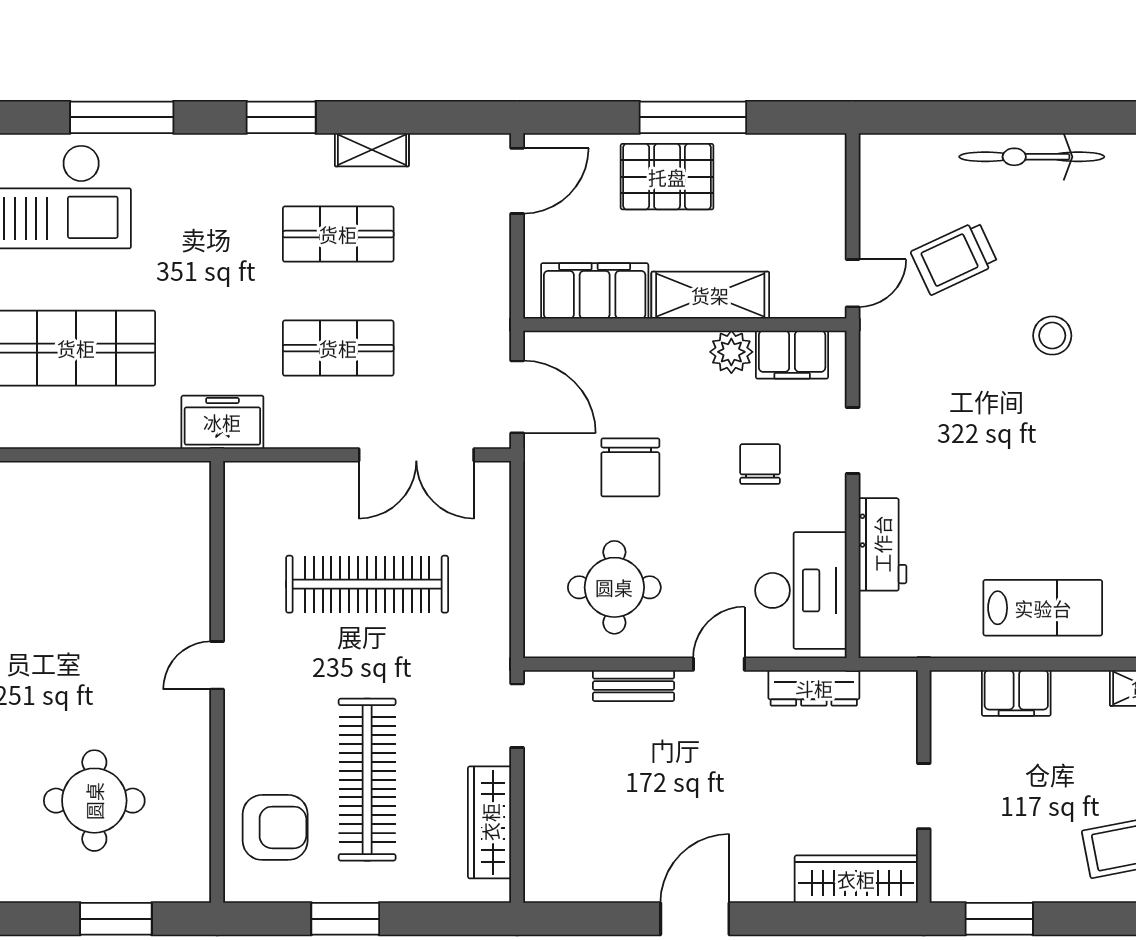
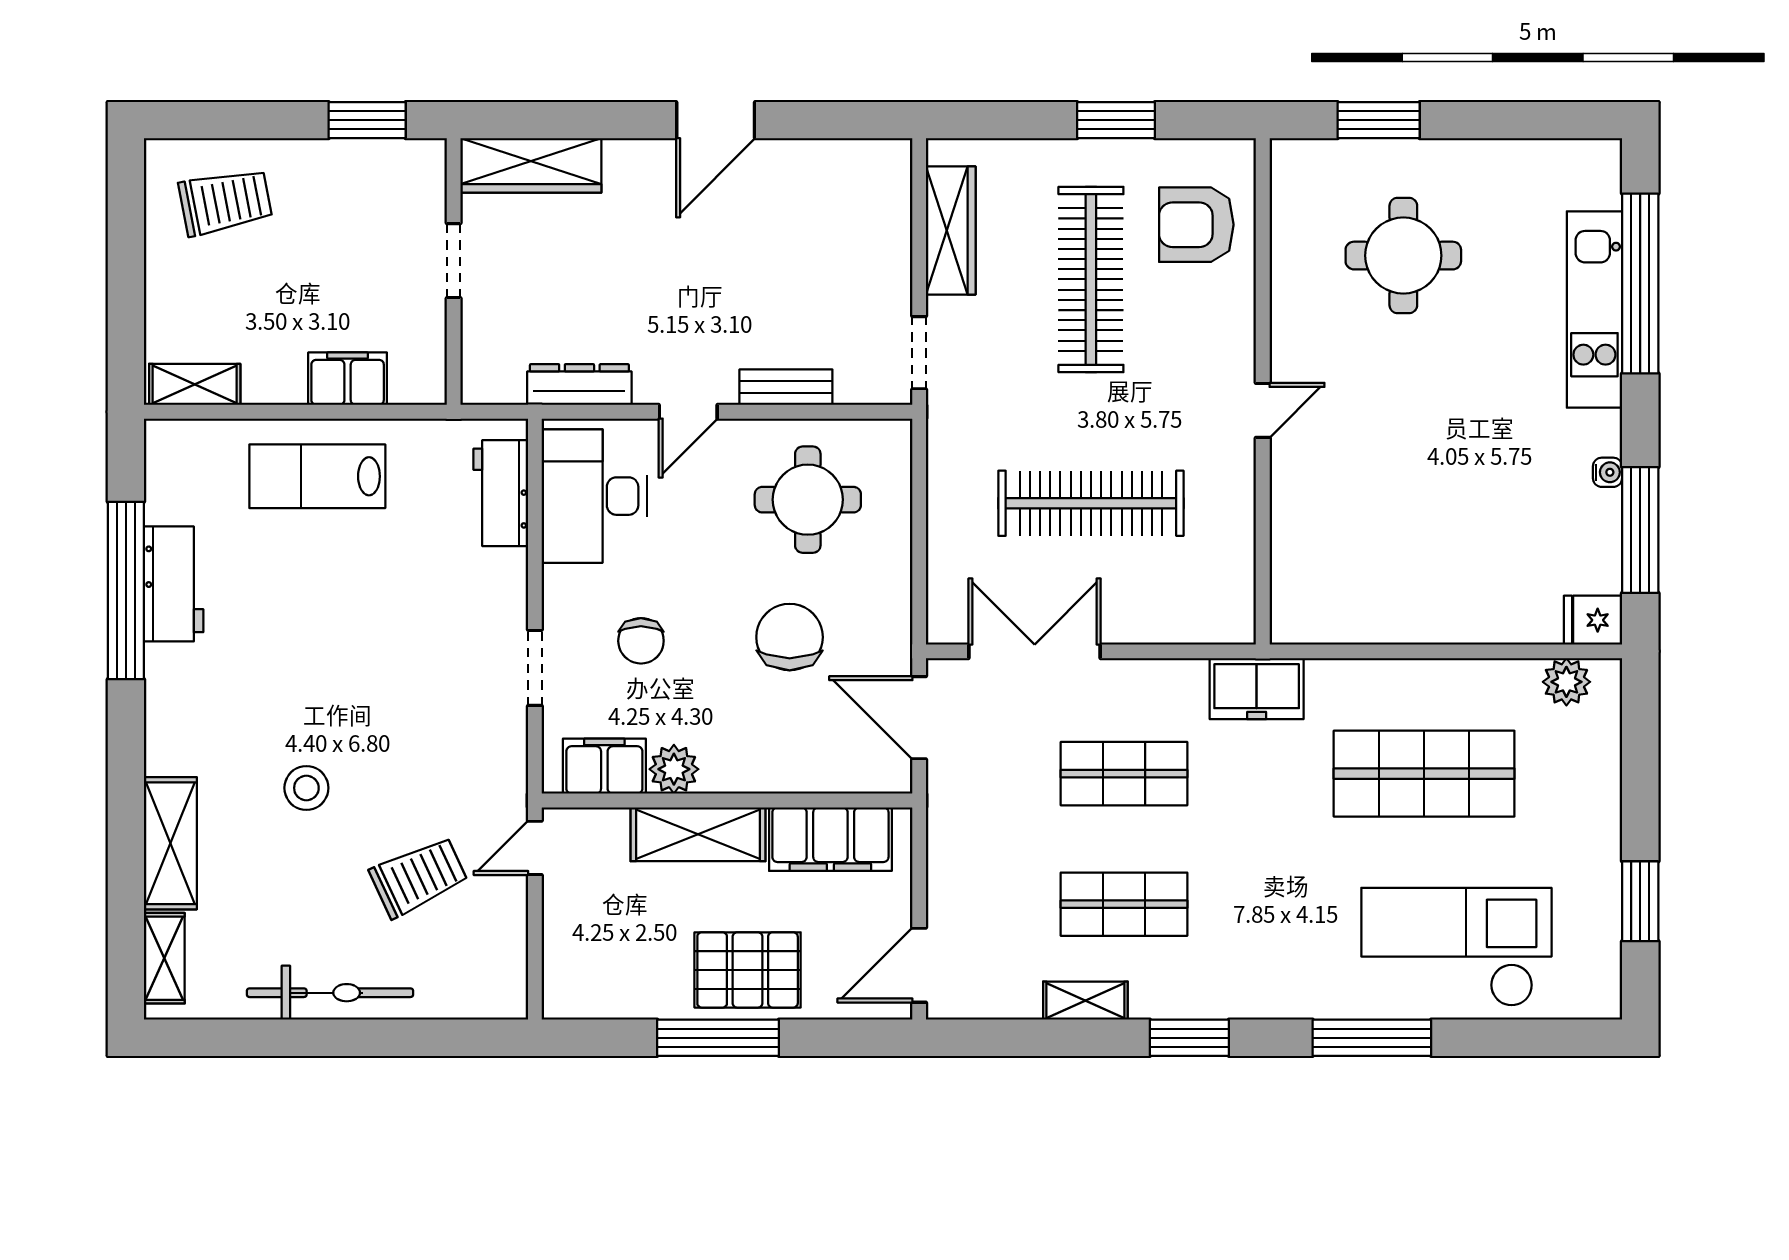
workbench: (882, 544) -> (501, 493), moved

